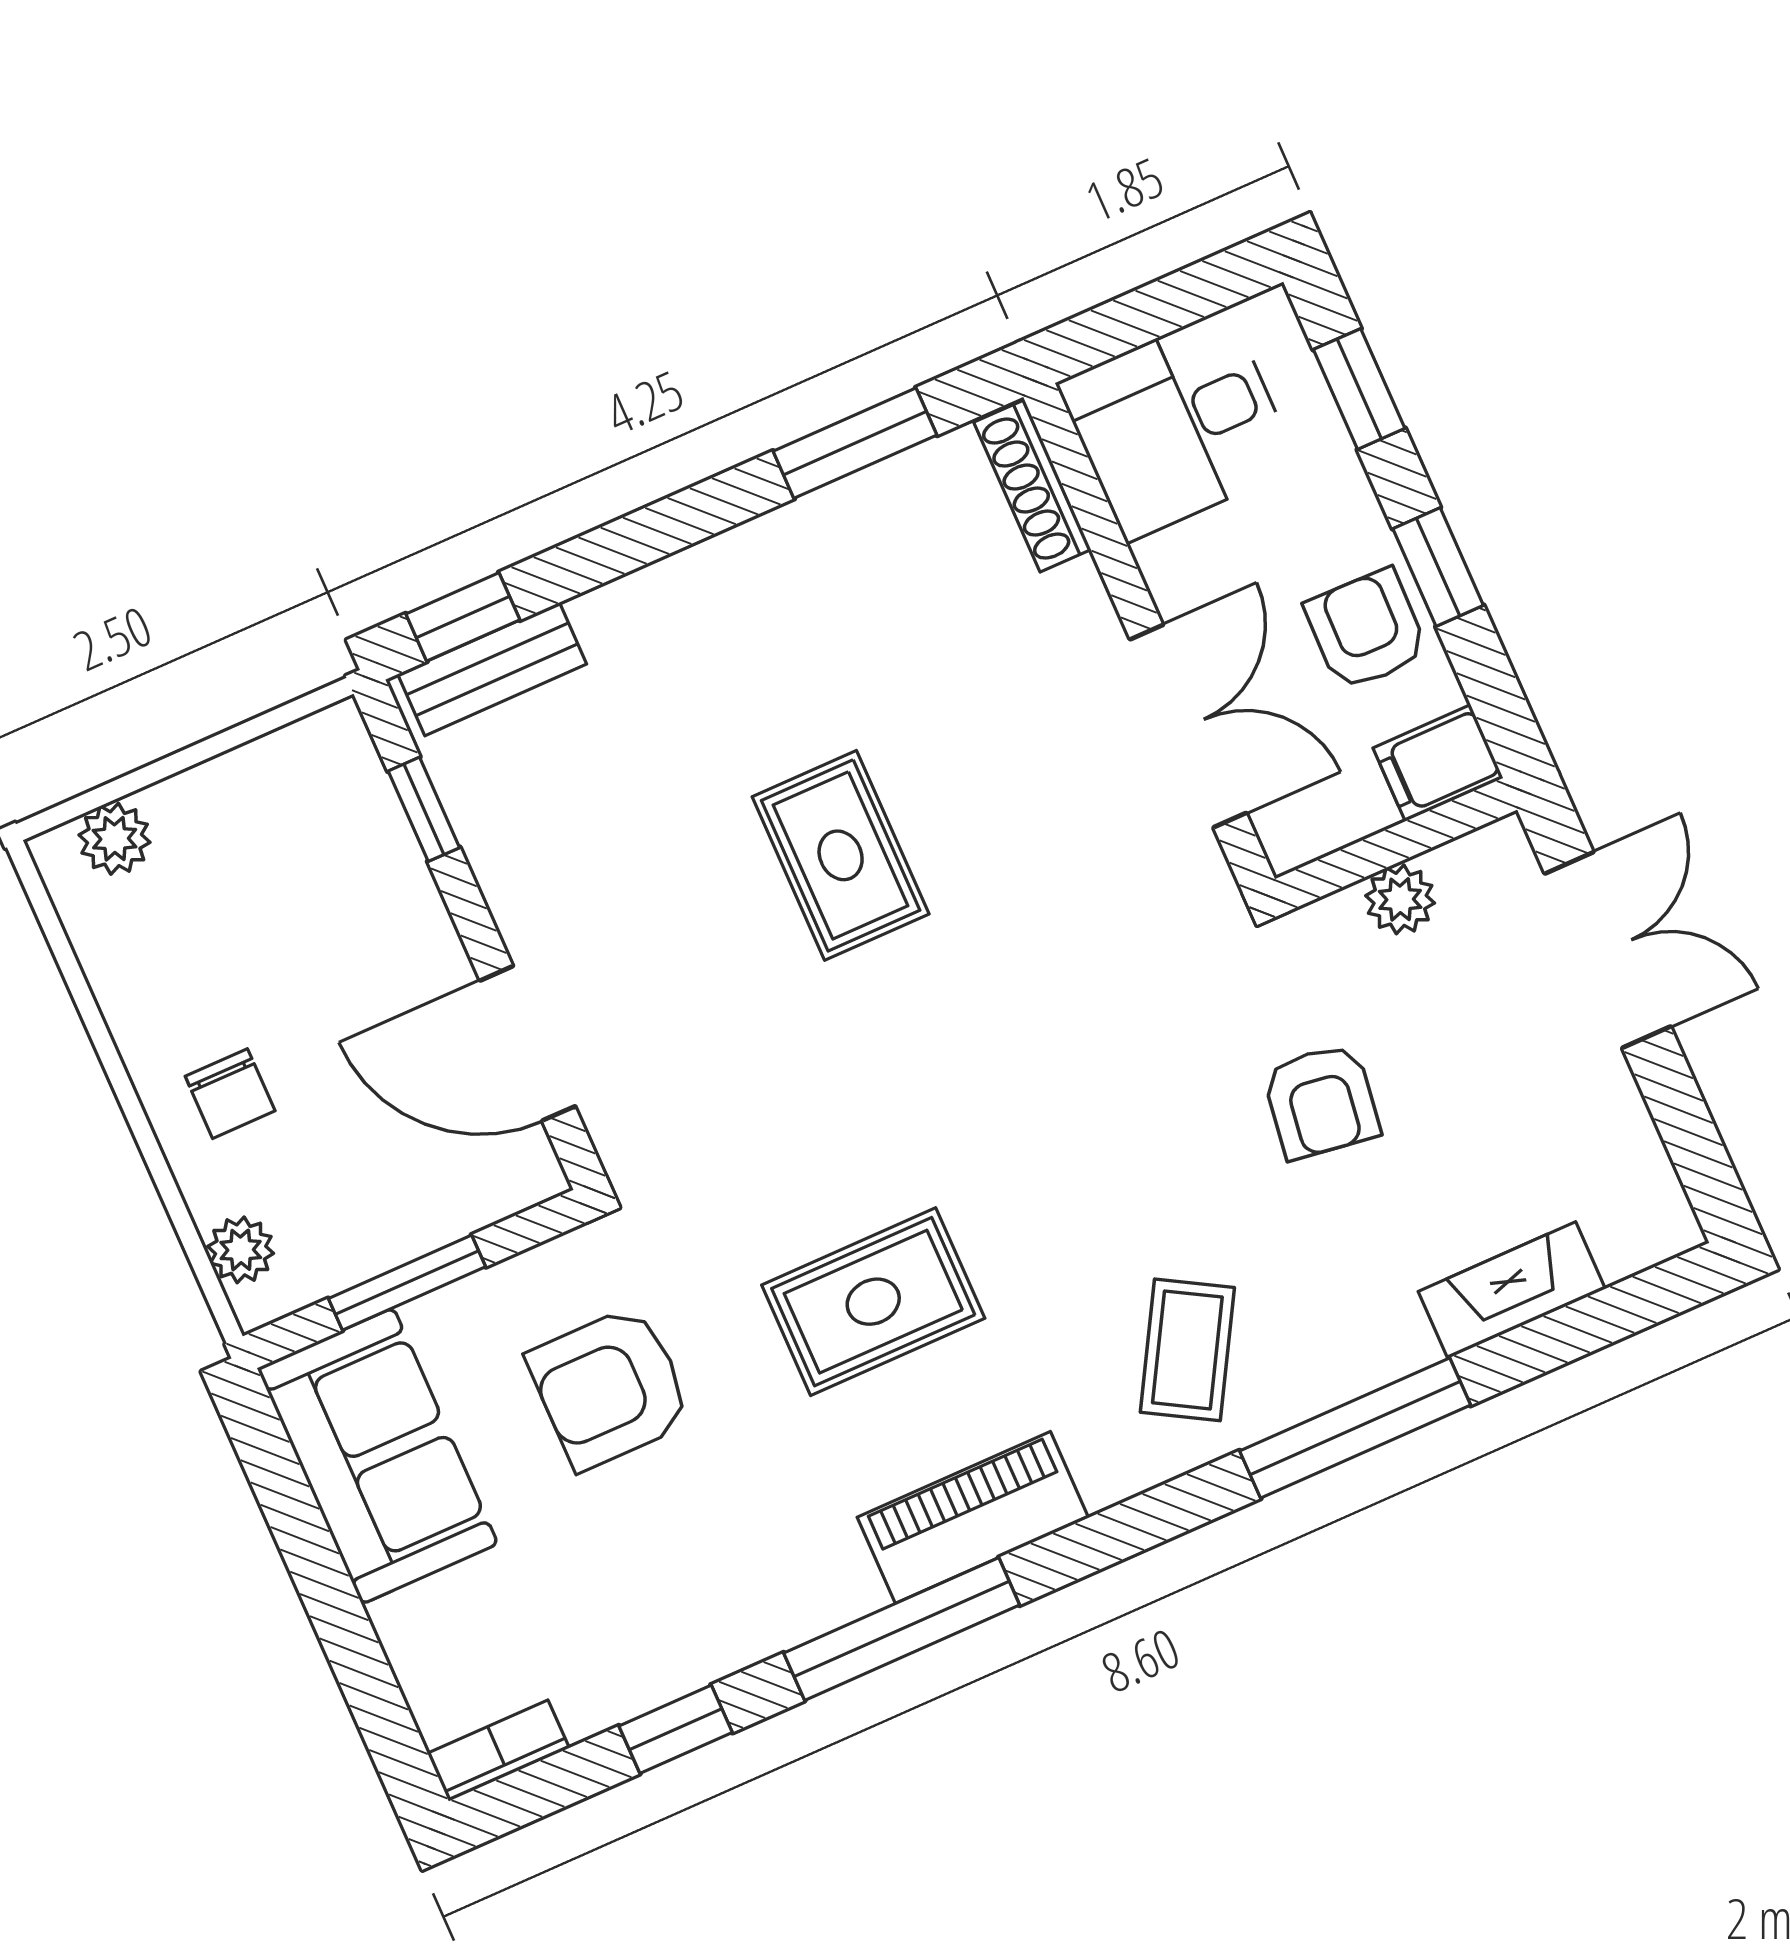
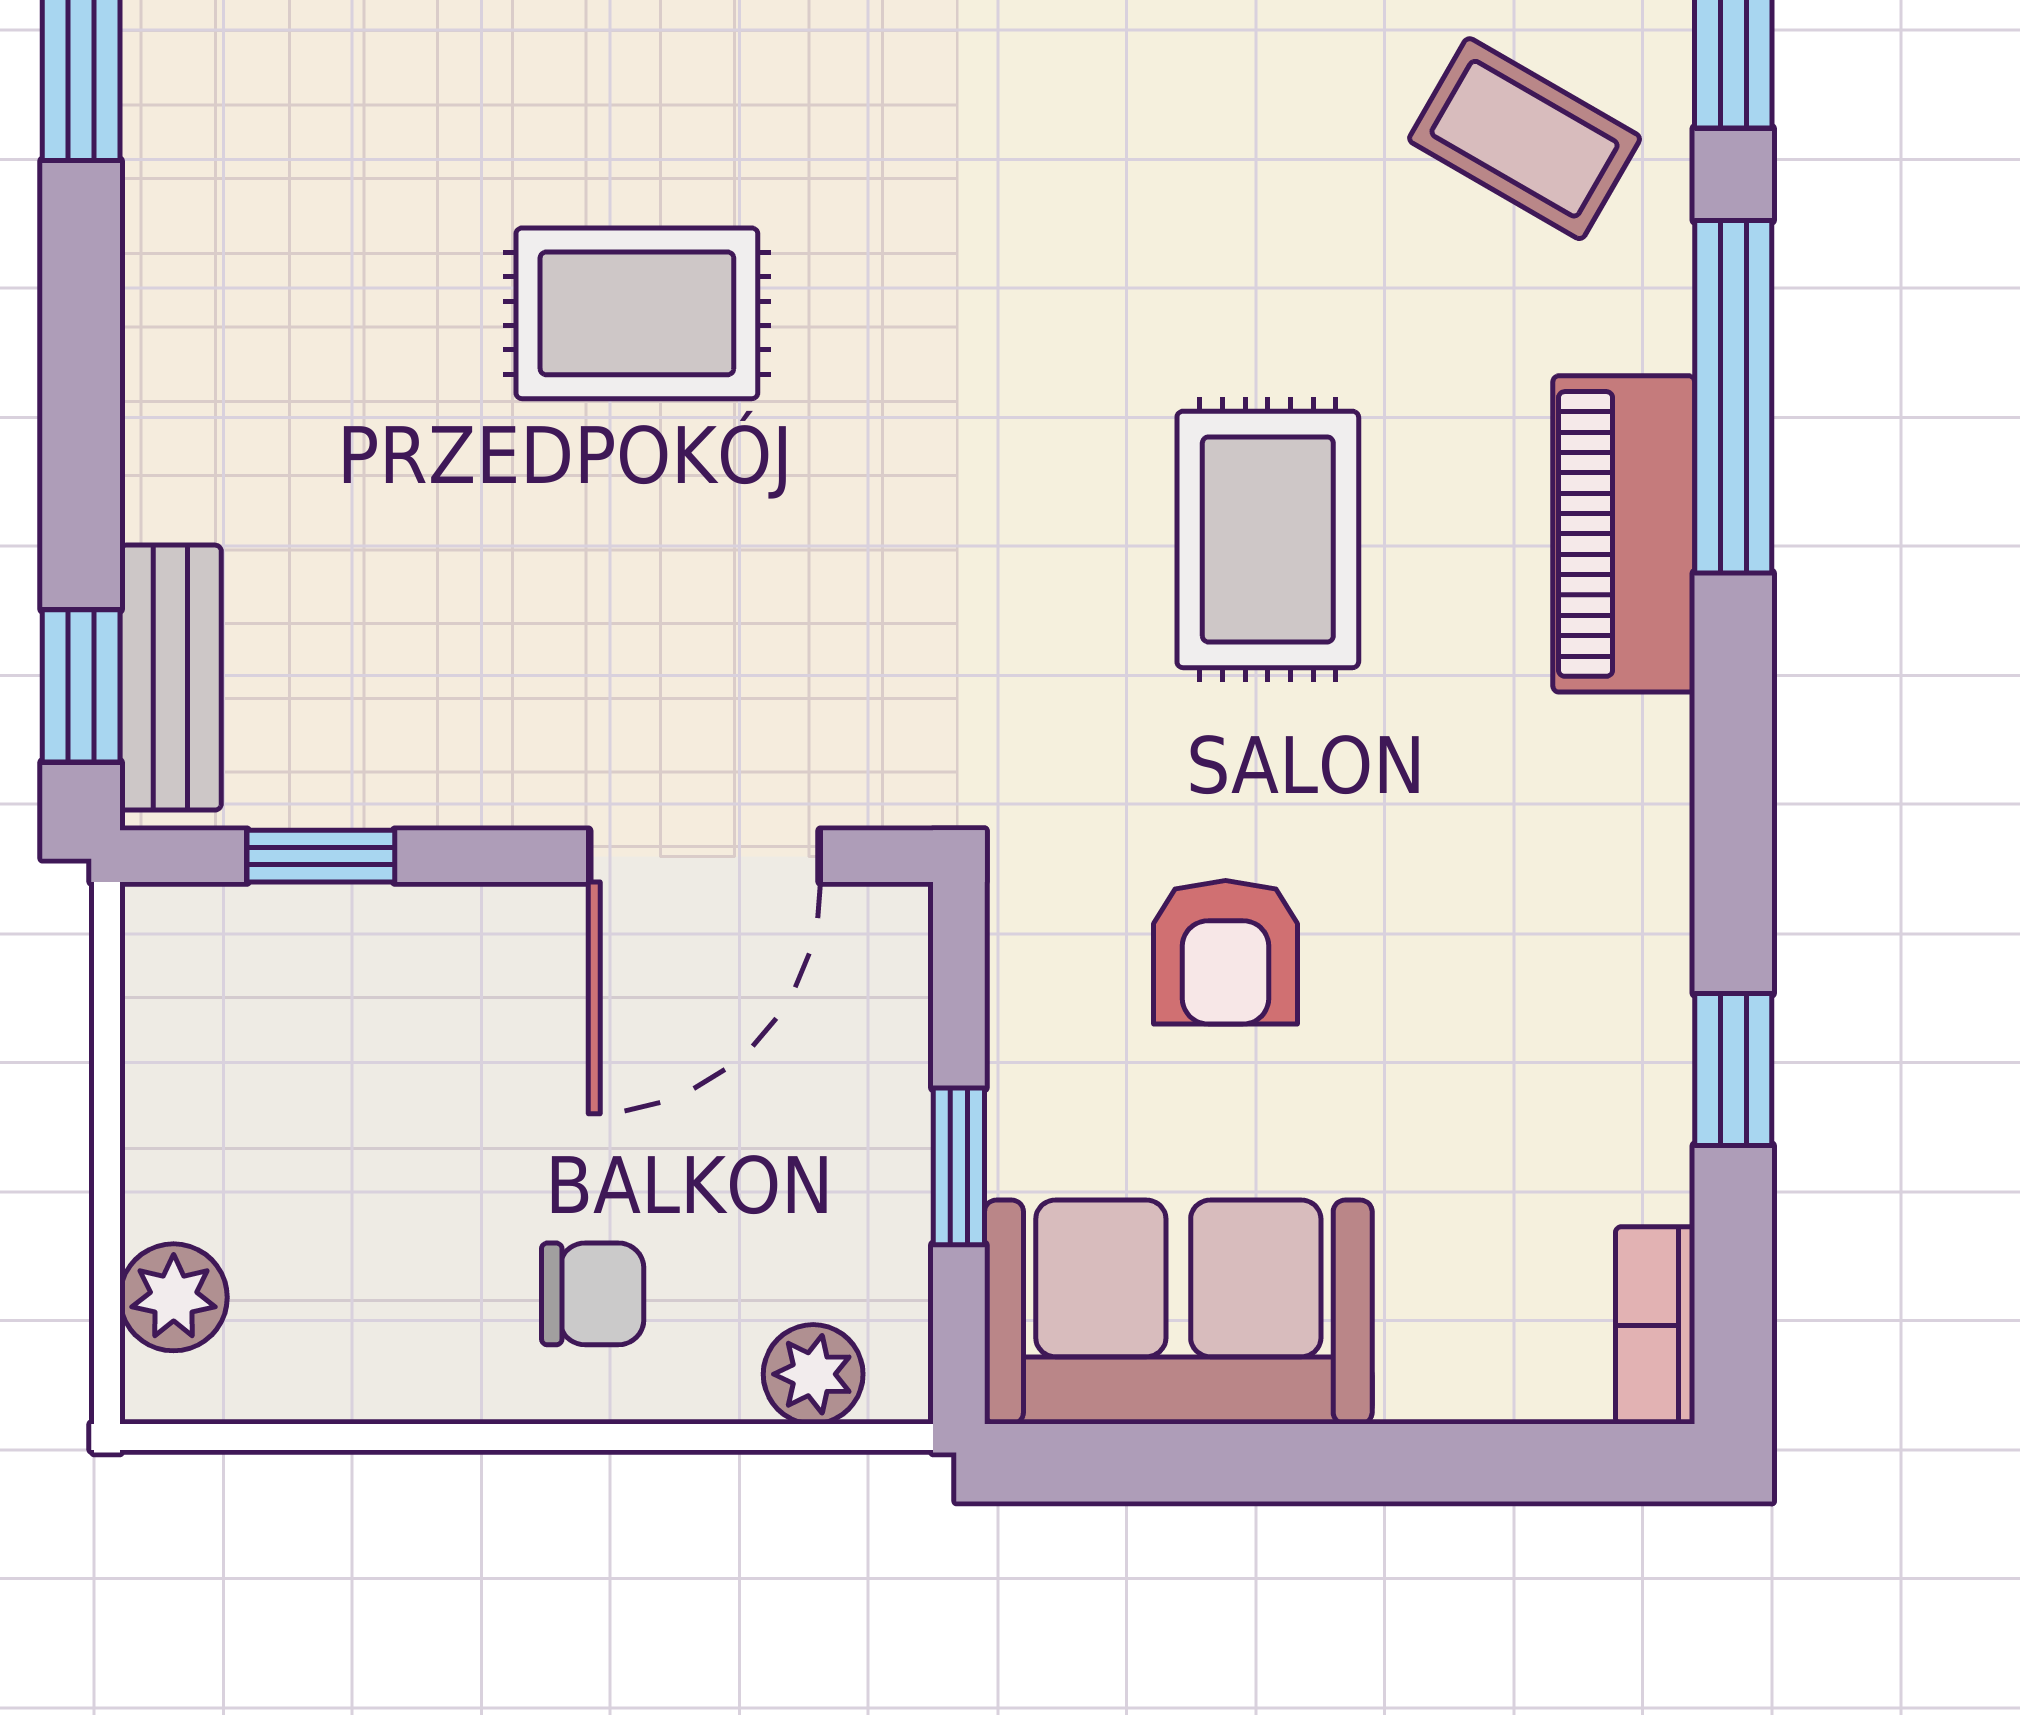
window: (407, 1283) -> (959, 1166), width x0.67
armchair: (610, 1388) -> (1226, 952), width x0.72, depth x0.72
window: (902, 1629) -> (1733, 397), moved

